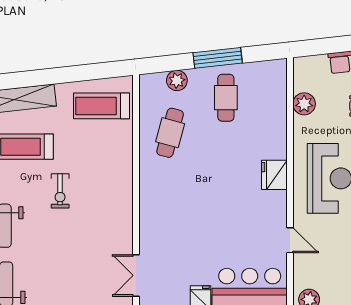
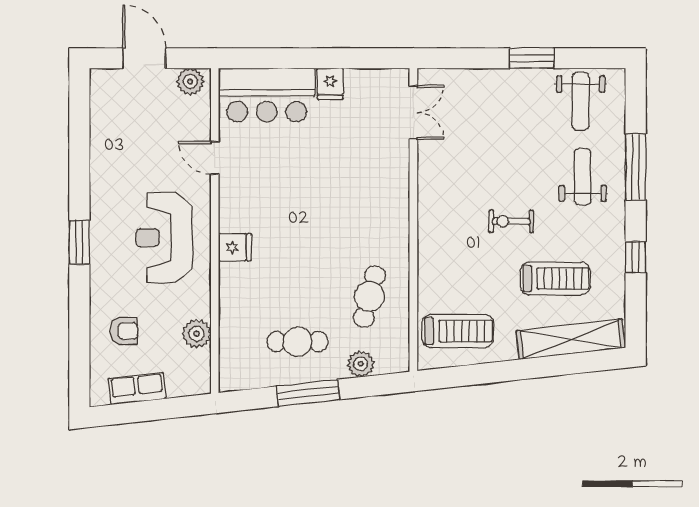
cafe table: (226, 98) -> (297, 342), turned 90
fridge: (274, 175) -> (235, 247), width x0.72
exercise bike: (60, 191) -> (511, 221), turned -90

